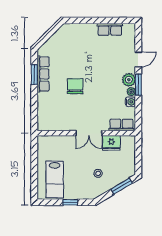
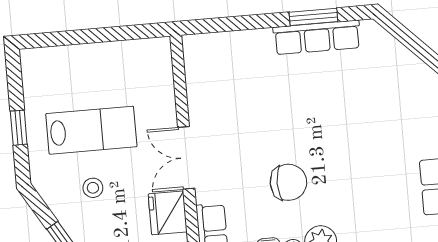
chair: (75, 86) -> (288, 182), moved
lab bench: (55, 179) -> (91, 130), moved, turned 180

